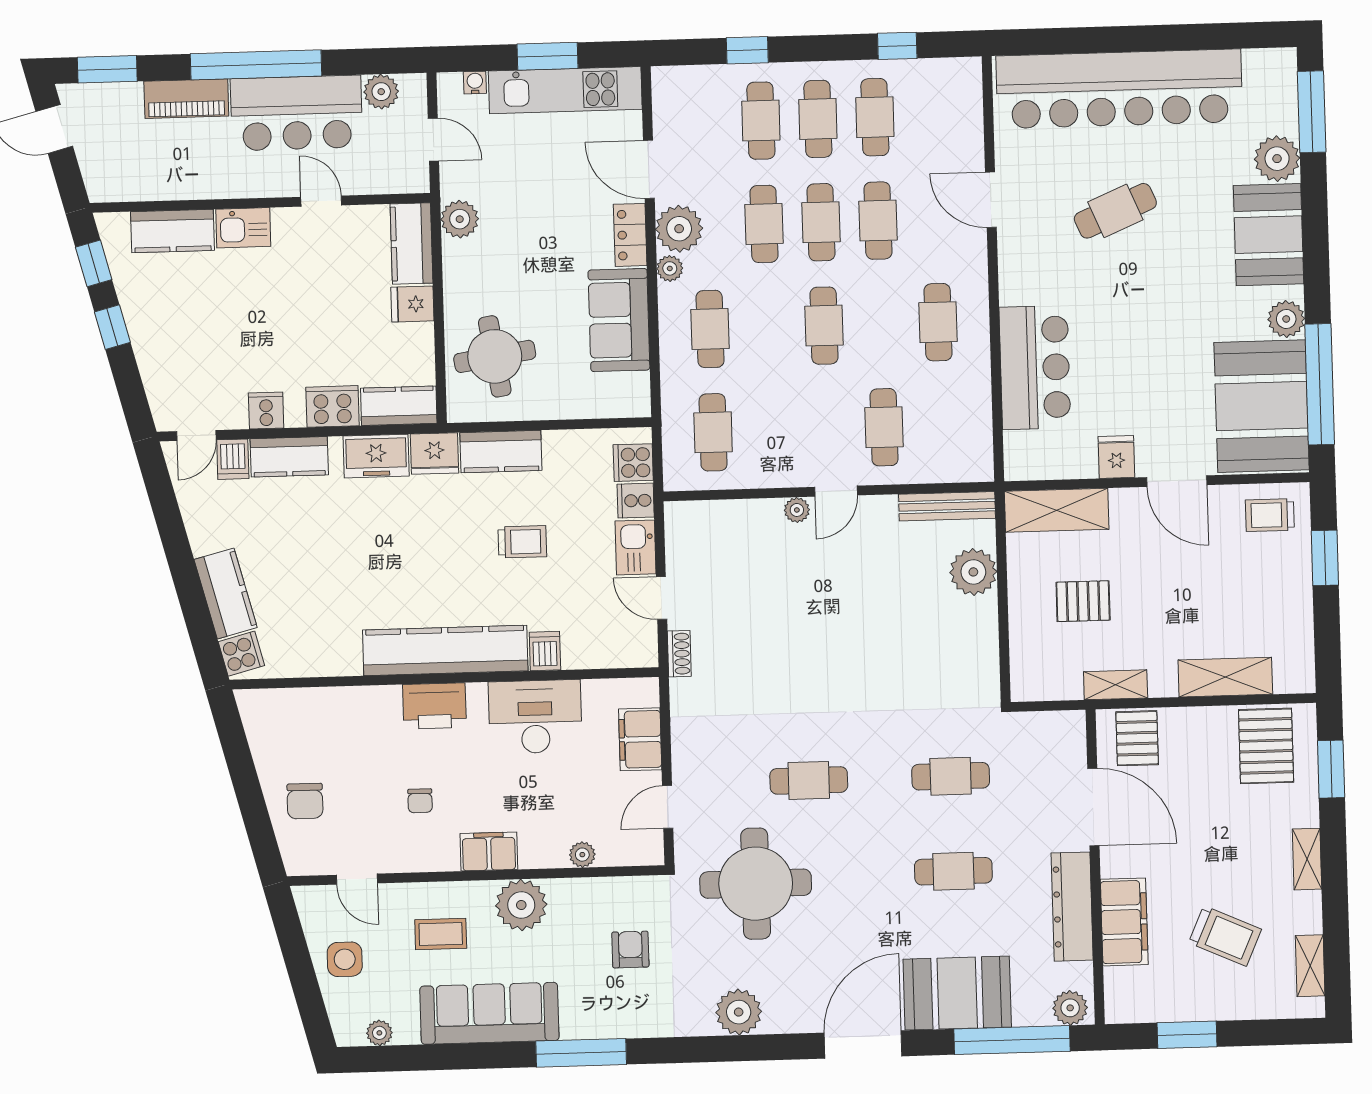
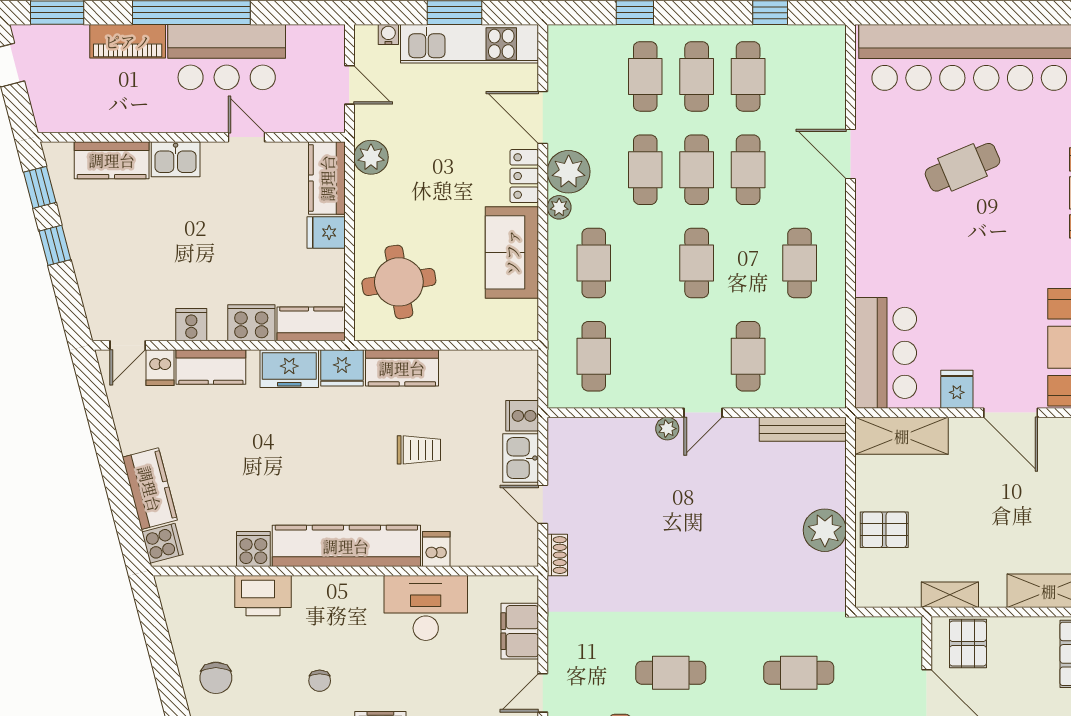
plant: (381, 92) -> (304, 40), removed
bar counter: (1035, 367) -> (886, 353), moved
cooker: (633, 463) -> (253, 549), moved, turned 90
plant: (973, 572) -> (825, 530), moved
pallet: (1083, 601) -> (884, 530), moved
printer: (434, 706) -> (263, 596), moved

